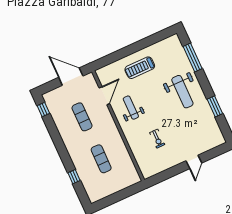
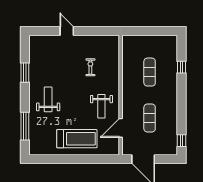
treadmill: (140, 68) -> (77, 139), width x1.37, depth x1.38
weight bench: (182, 92) -> (48, 99), width x0.73, depth x0.75
door: (194, 162) -> (67, 31), hinge flipped

